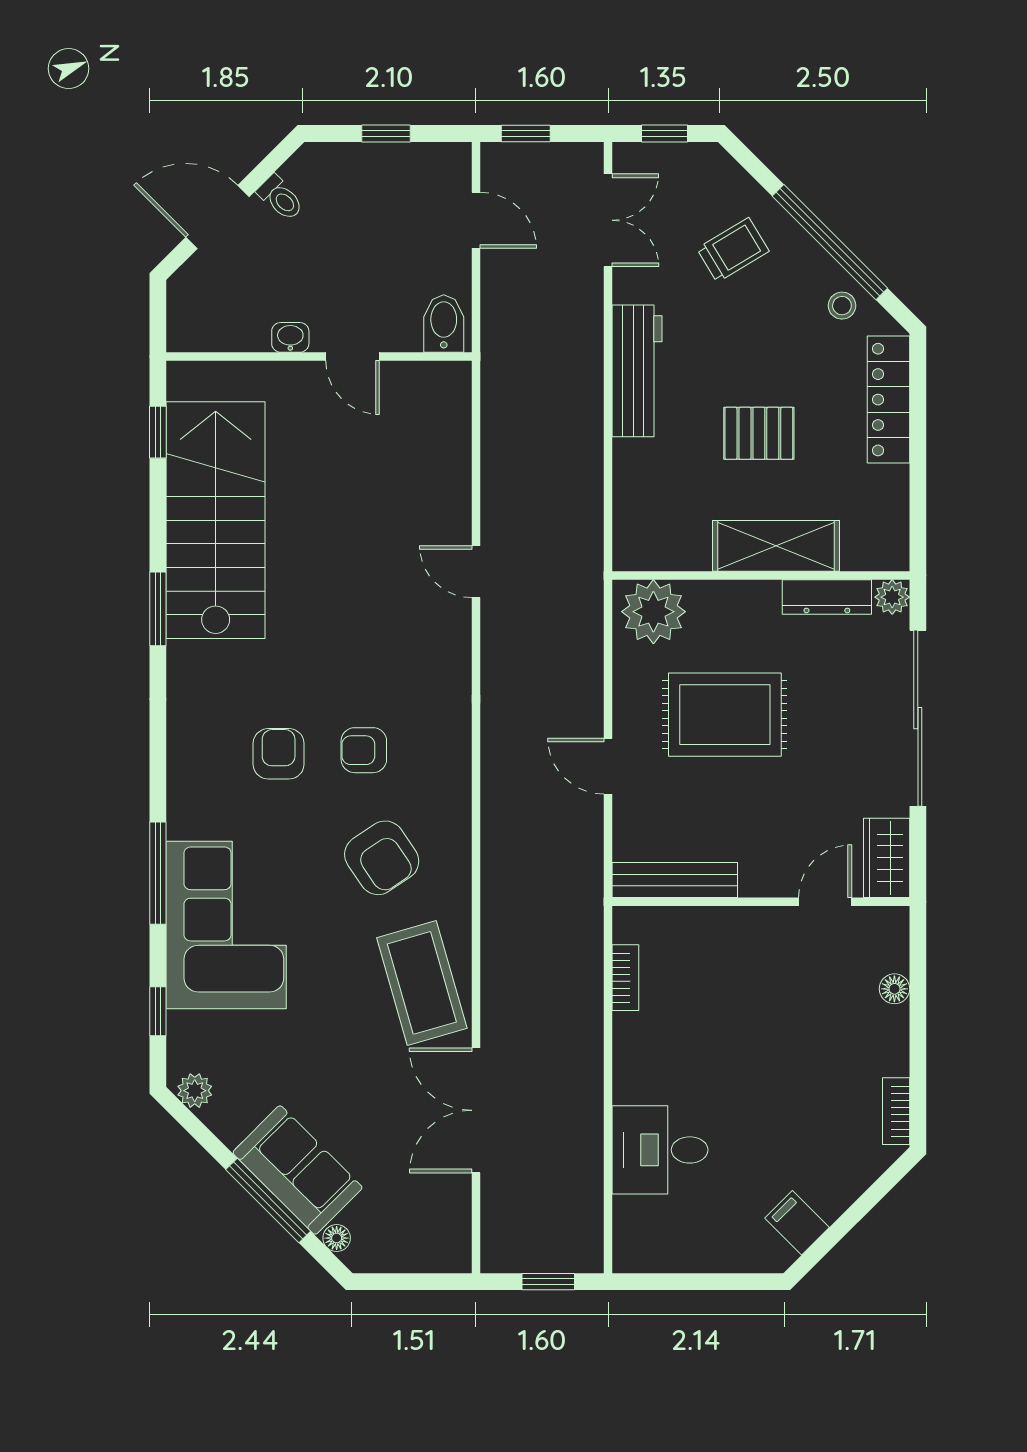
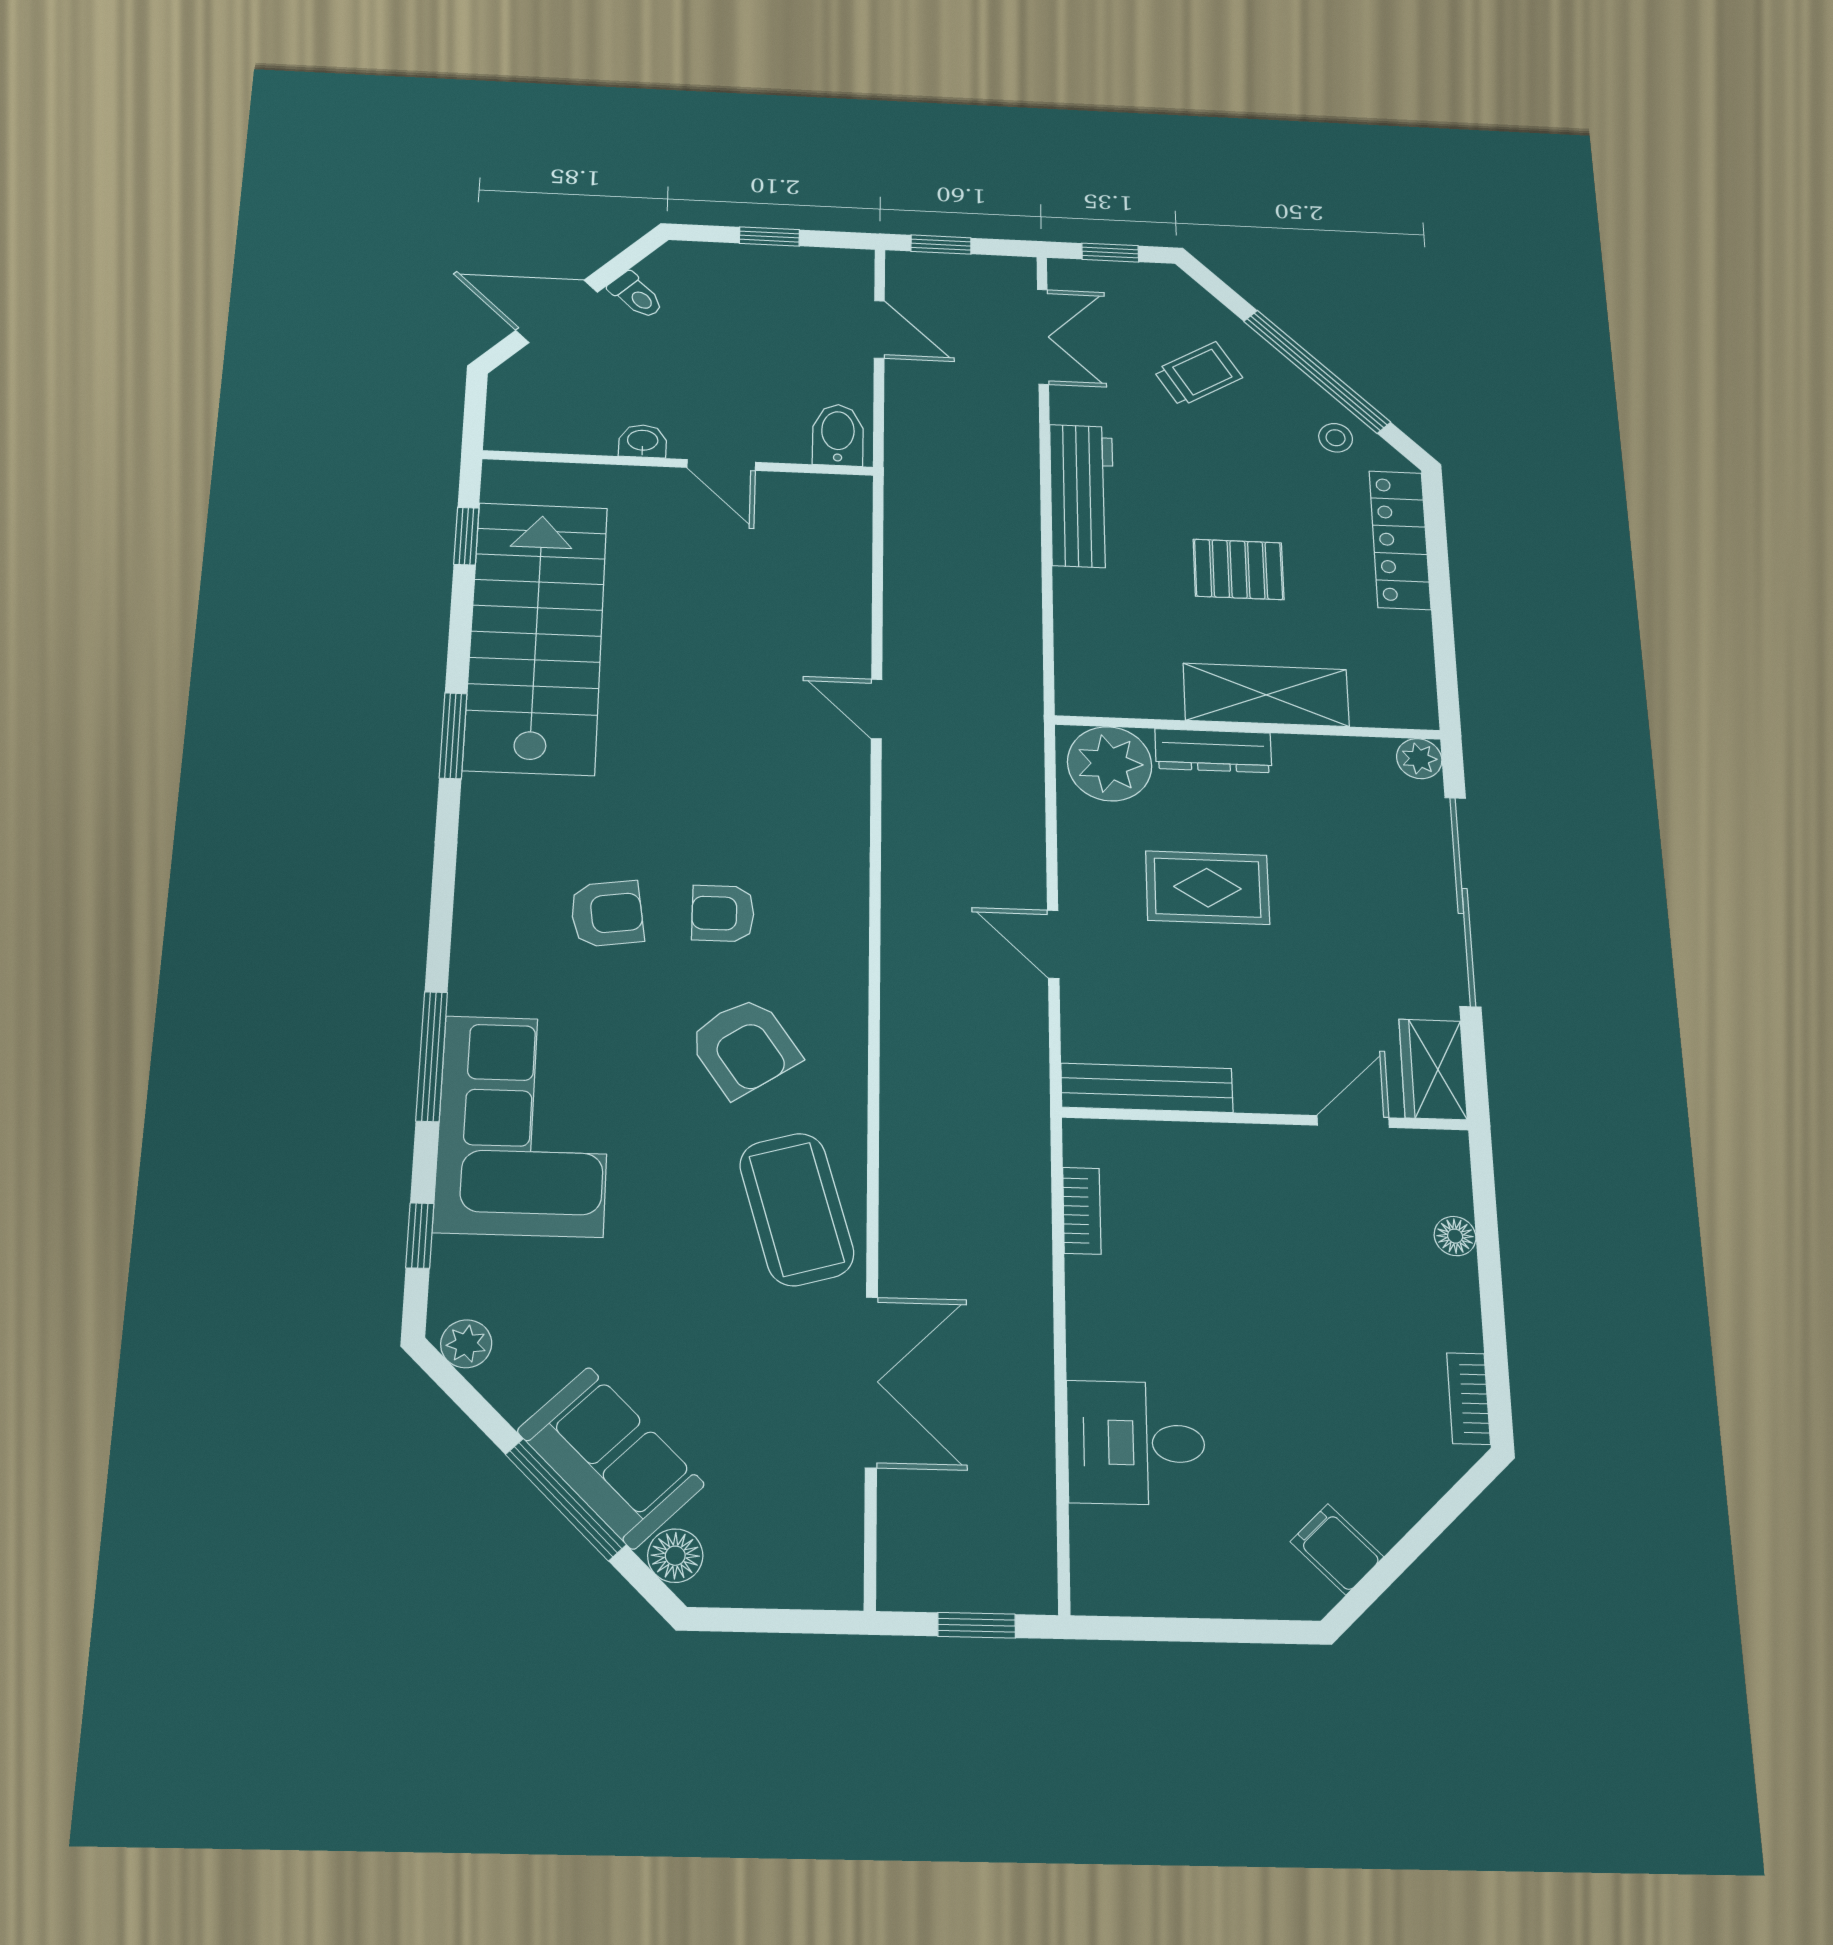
dresser: (827, 597) -> (1213, 751), moved
rug: (725, 715) -> (1207, 888), width x0.73, depth x0.70
armchair: (279, 754) -> (607, 914), turned 82
double door: (476, 1110) -> (871, 1382), swing flipped
floor lamp: (337, 1238) -> (675, 1556), width x1.37, depth x1.37

